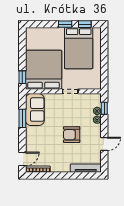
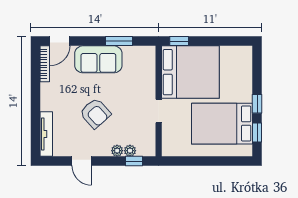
sofa: (35, 110) -> (98, 59), moved
armchair: (72, 135) -> (95, 113), turned 138
door: (22, 159) -> (60, 41), hinge flipped

